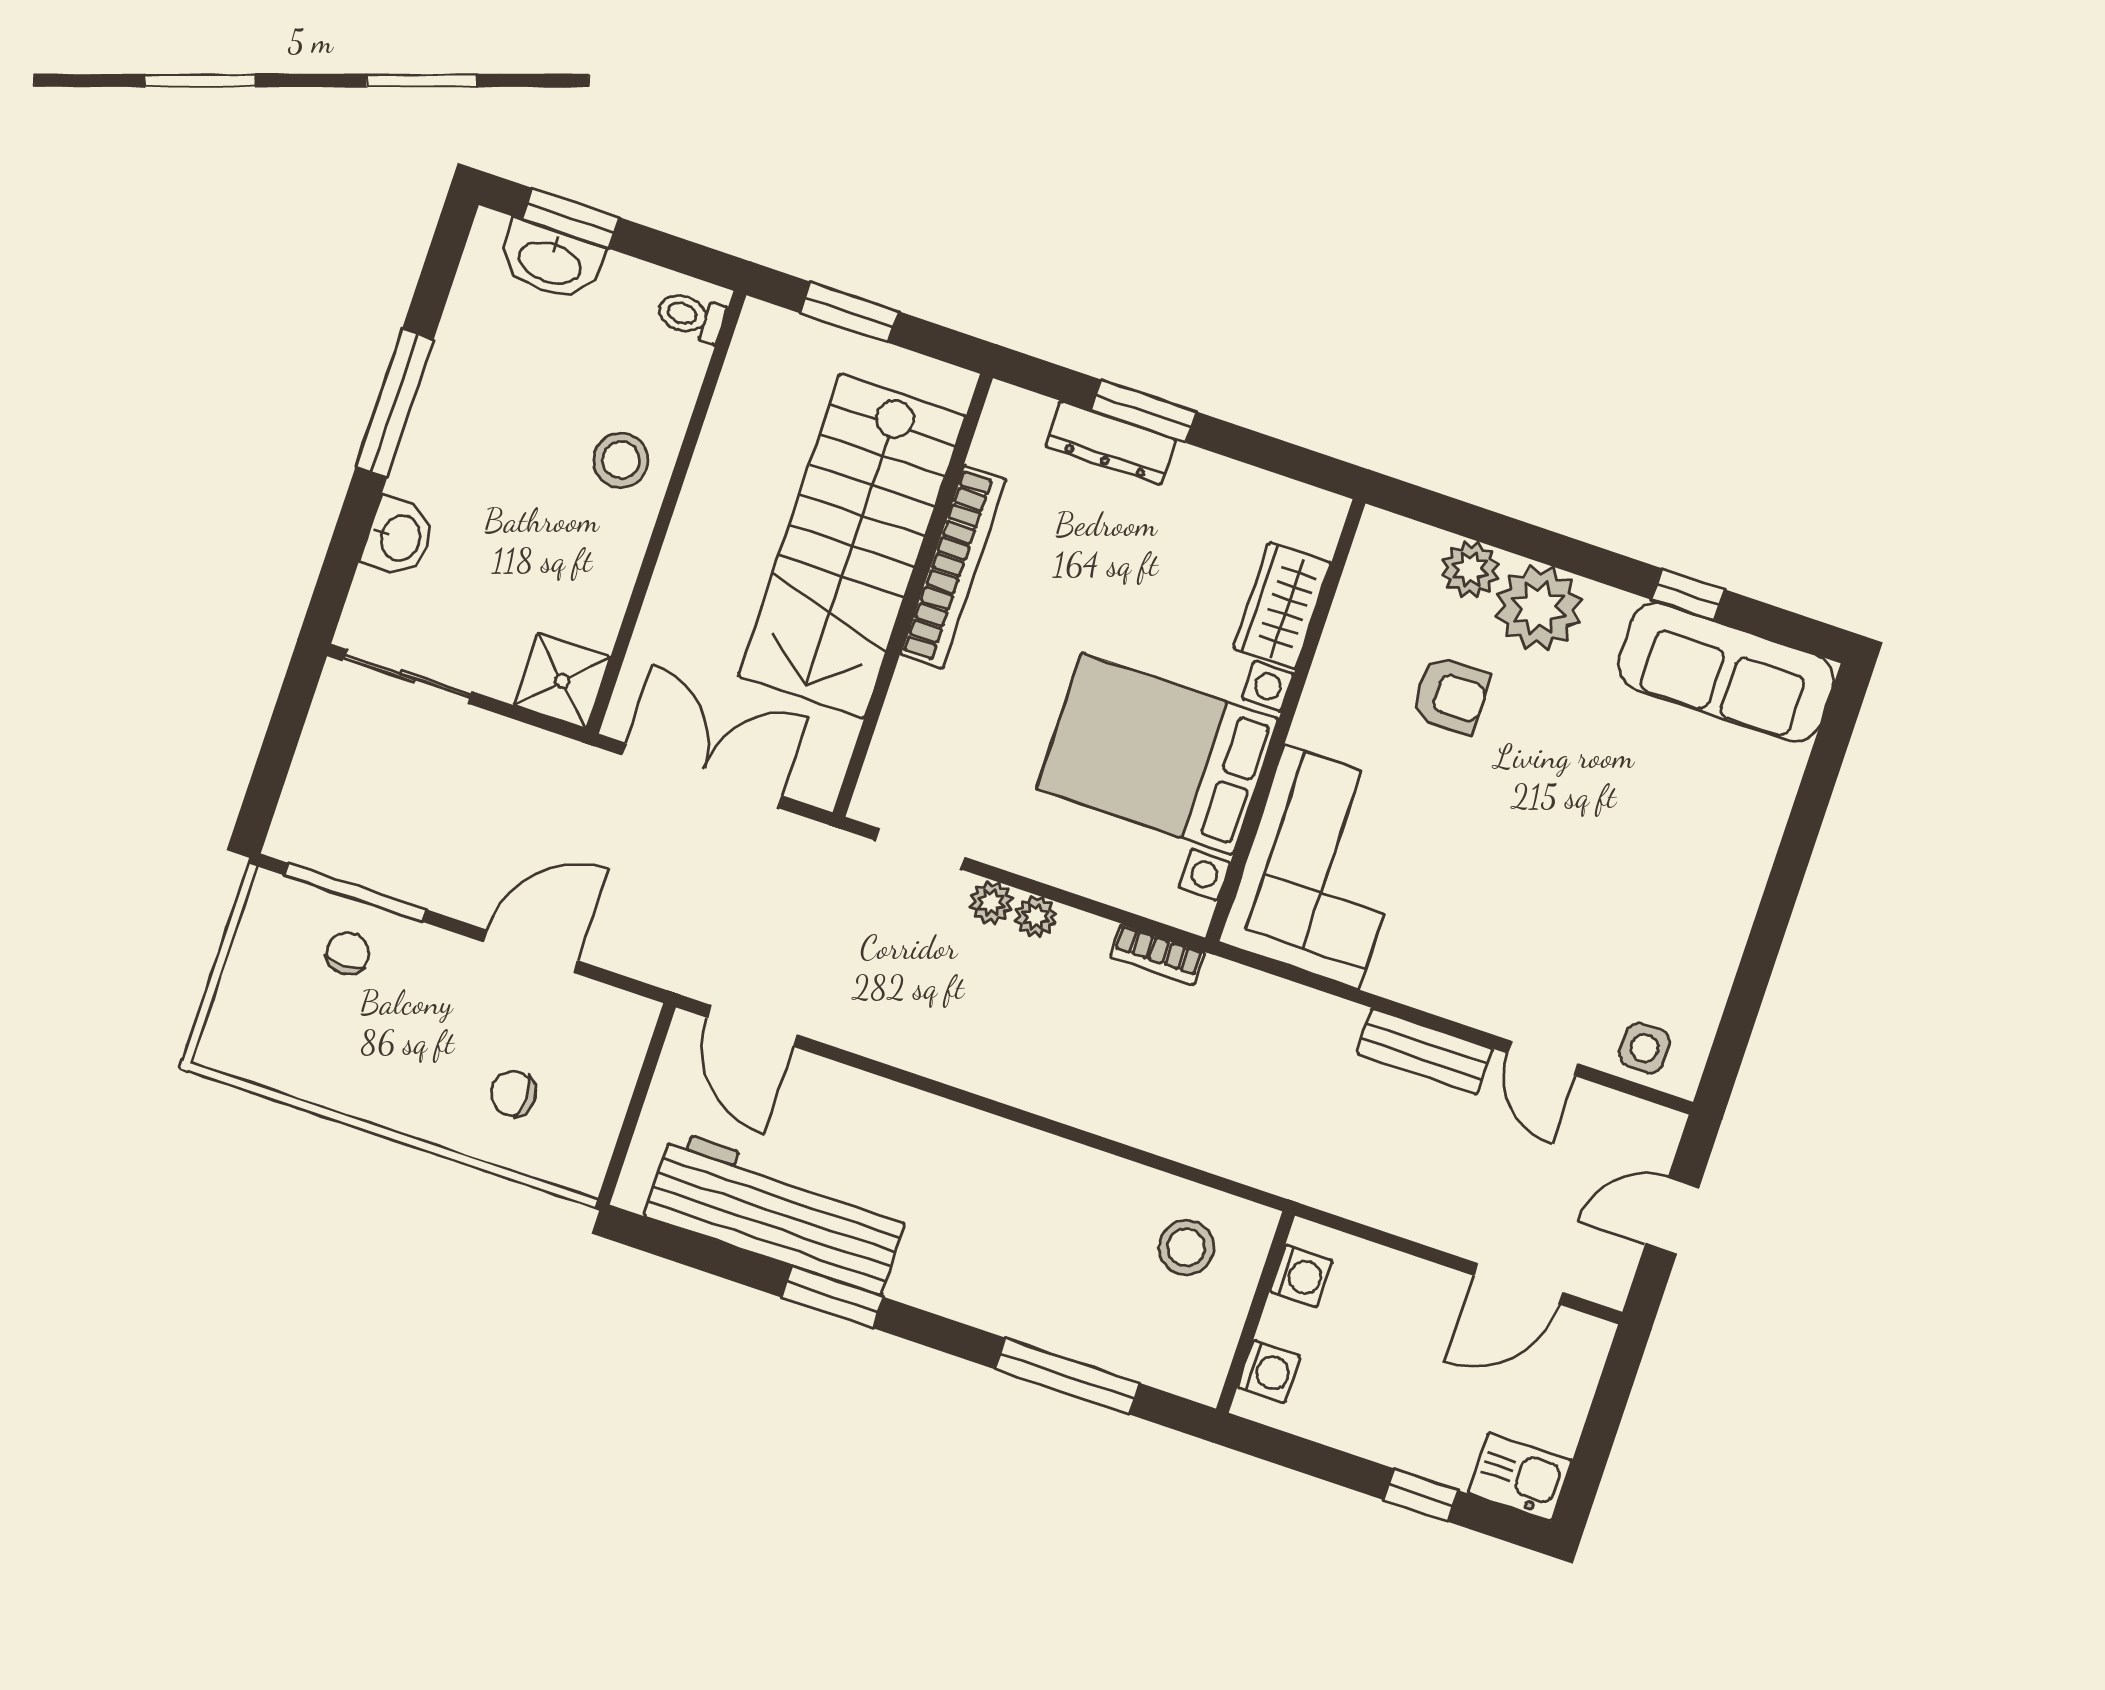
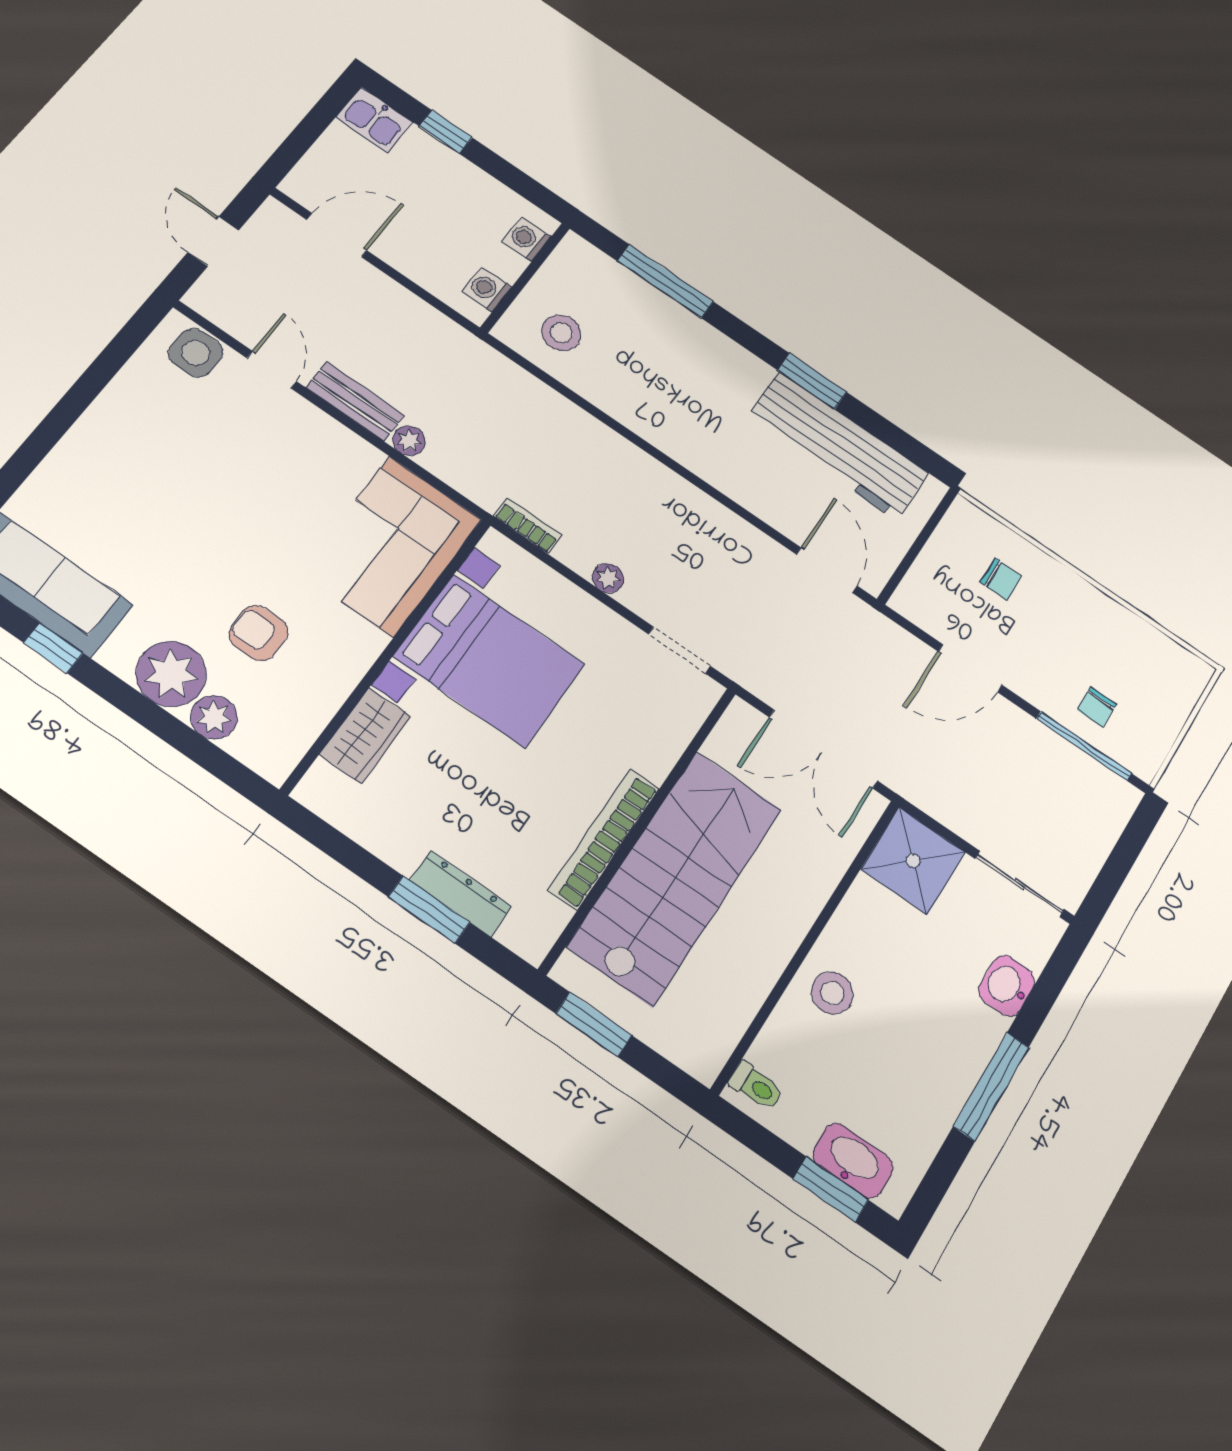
window: (849, 312) -> (594, 1024), moved
shower: (562, 681) -> (913, 861), width x1.36, depth x1.36
plant: (991, 903) -> (409, 441), moved
side table: (1645, 1048) -> (196, 353), width x1.37, depth x1.37
door: (1672, 1216) -> (213, 241), swing flipped

